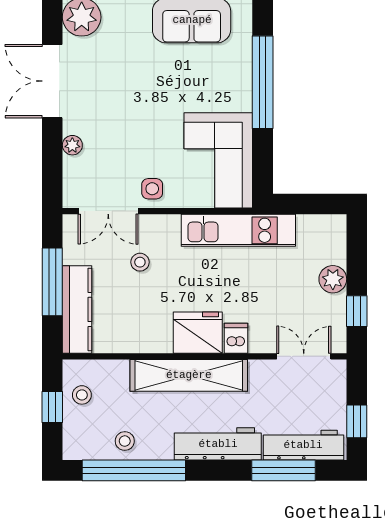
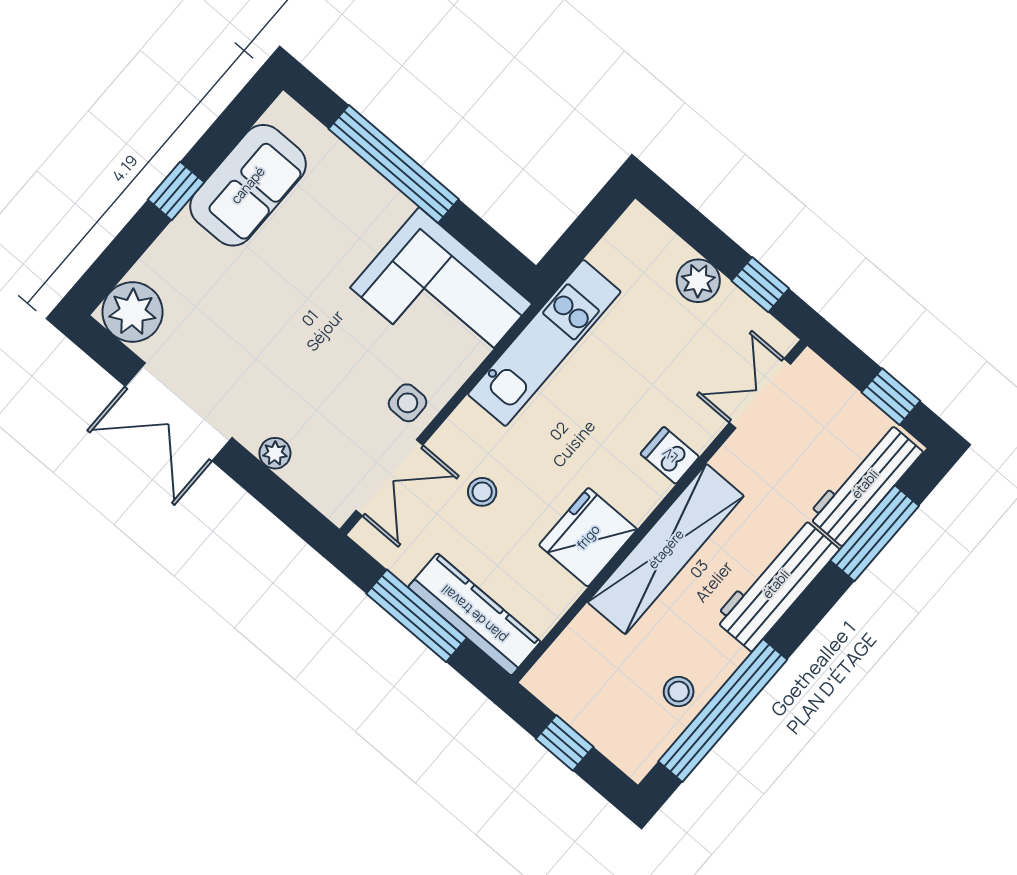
fridge: (198, 333) -> (588, 537), moved
stool: (82, 395) -> (581, 696), removed

